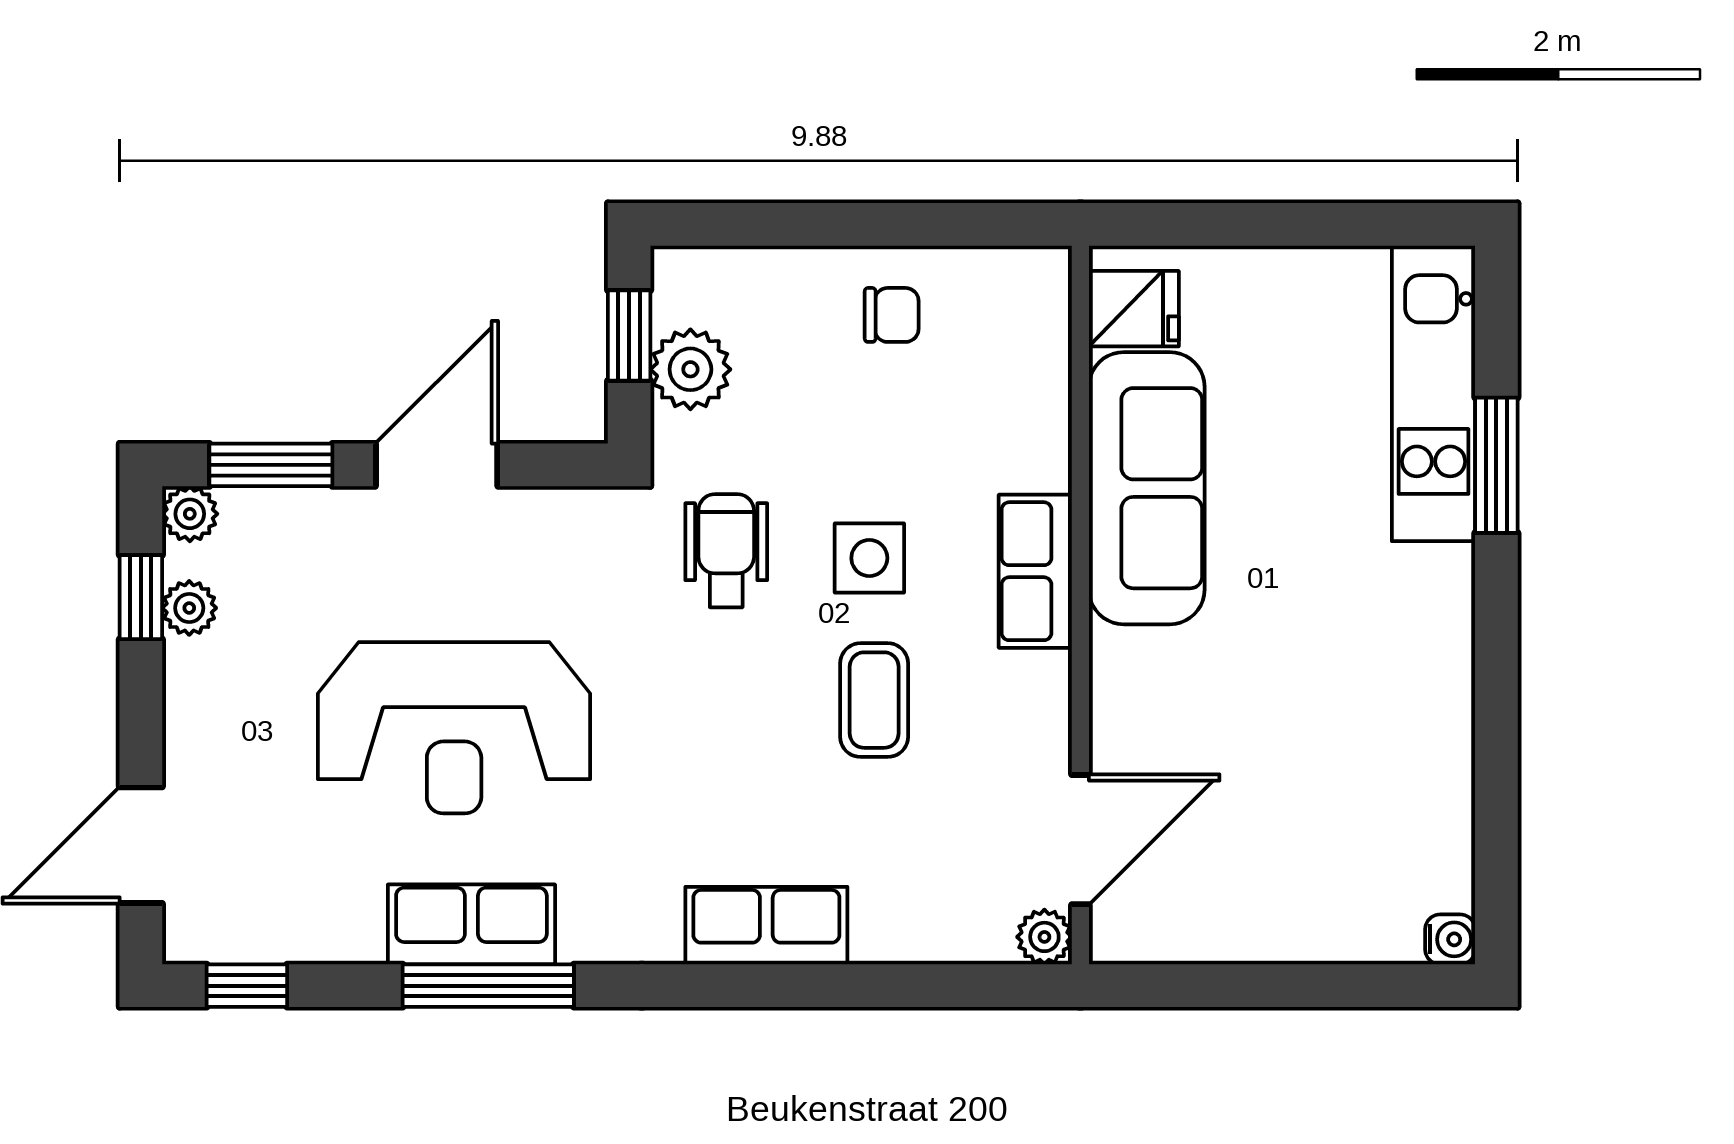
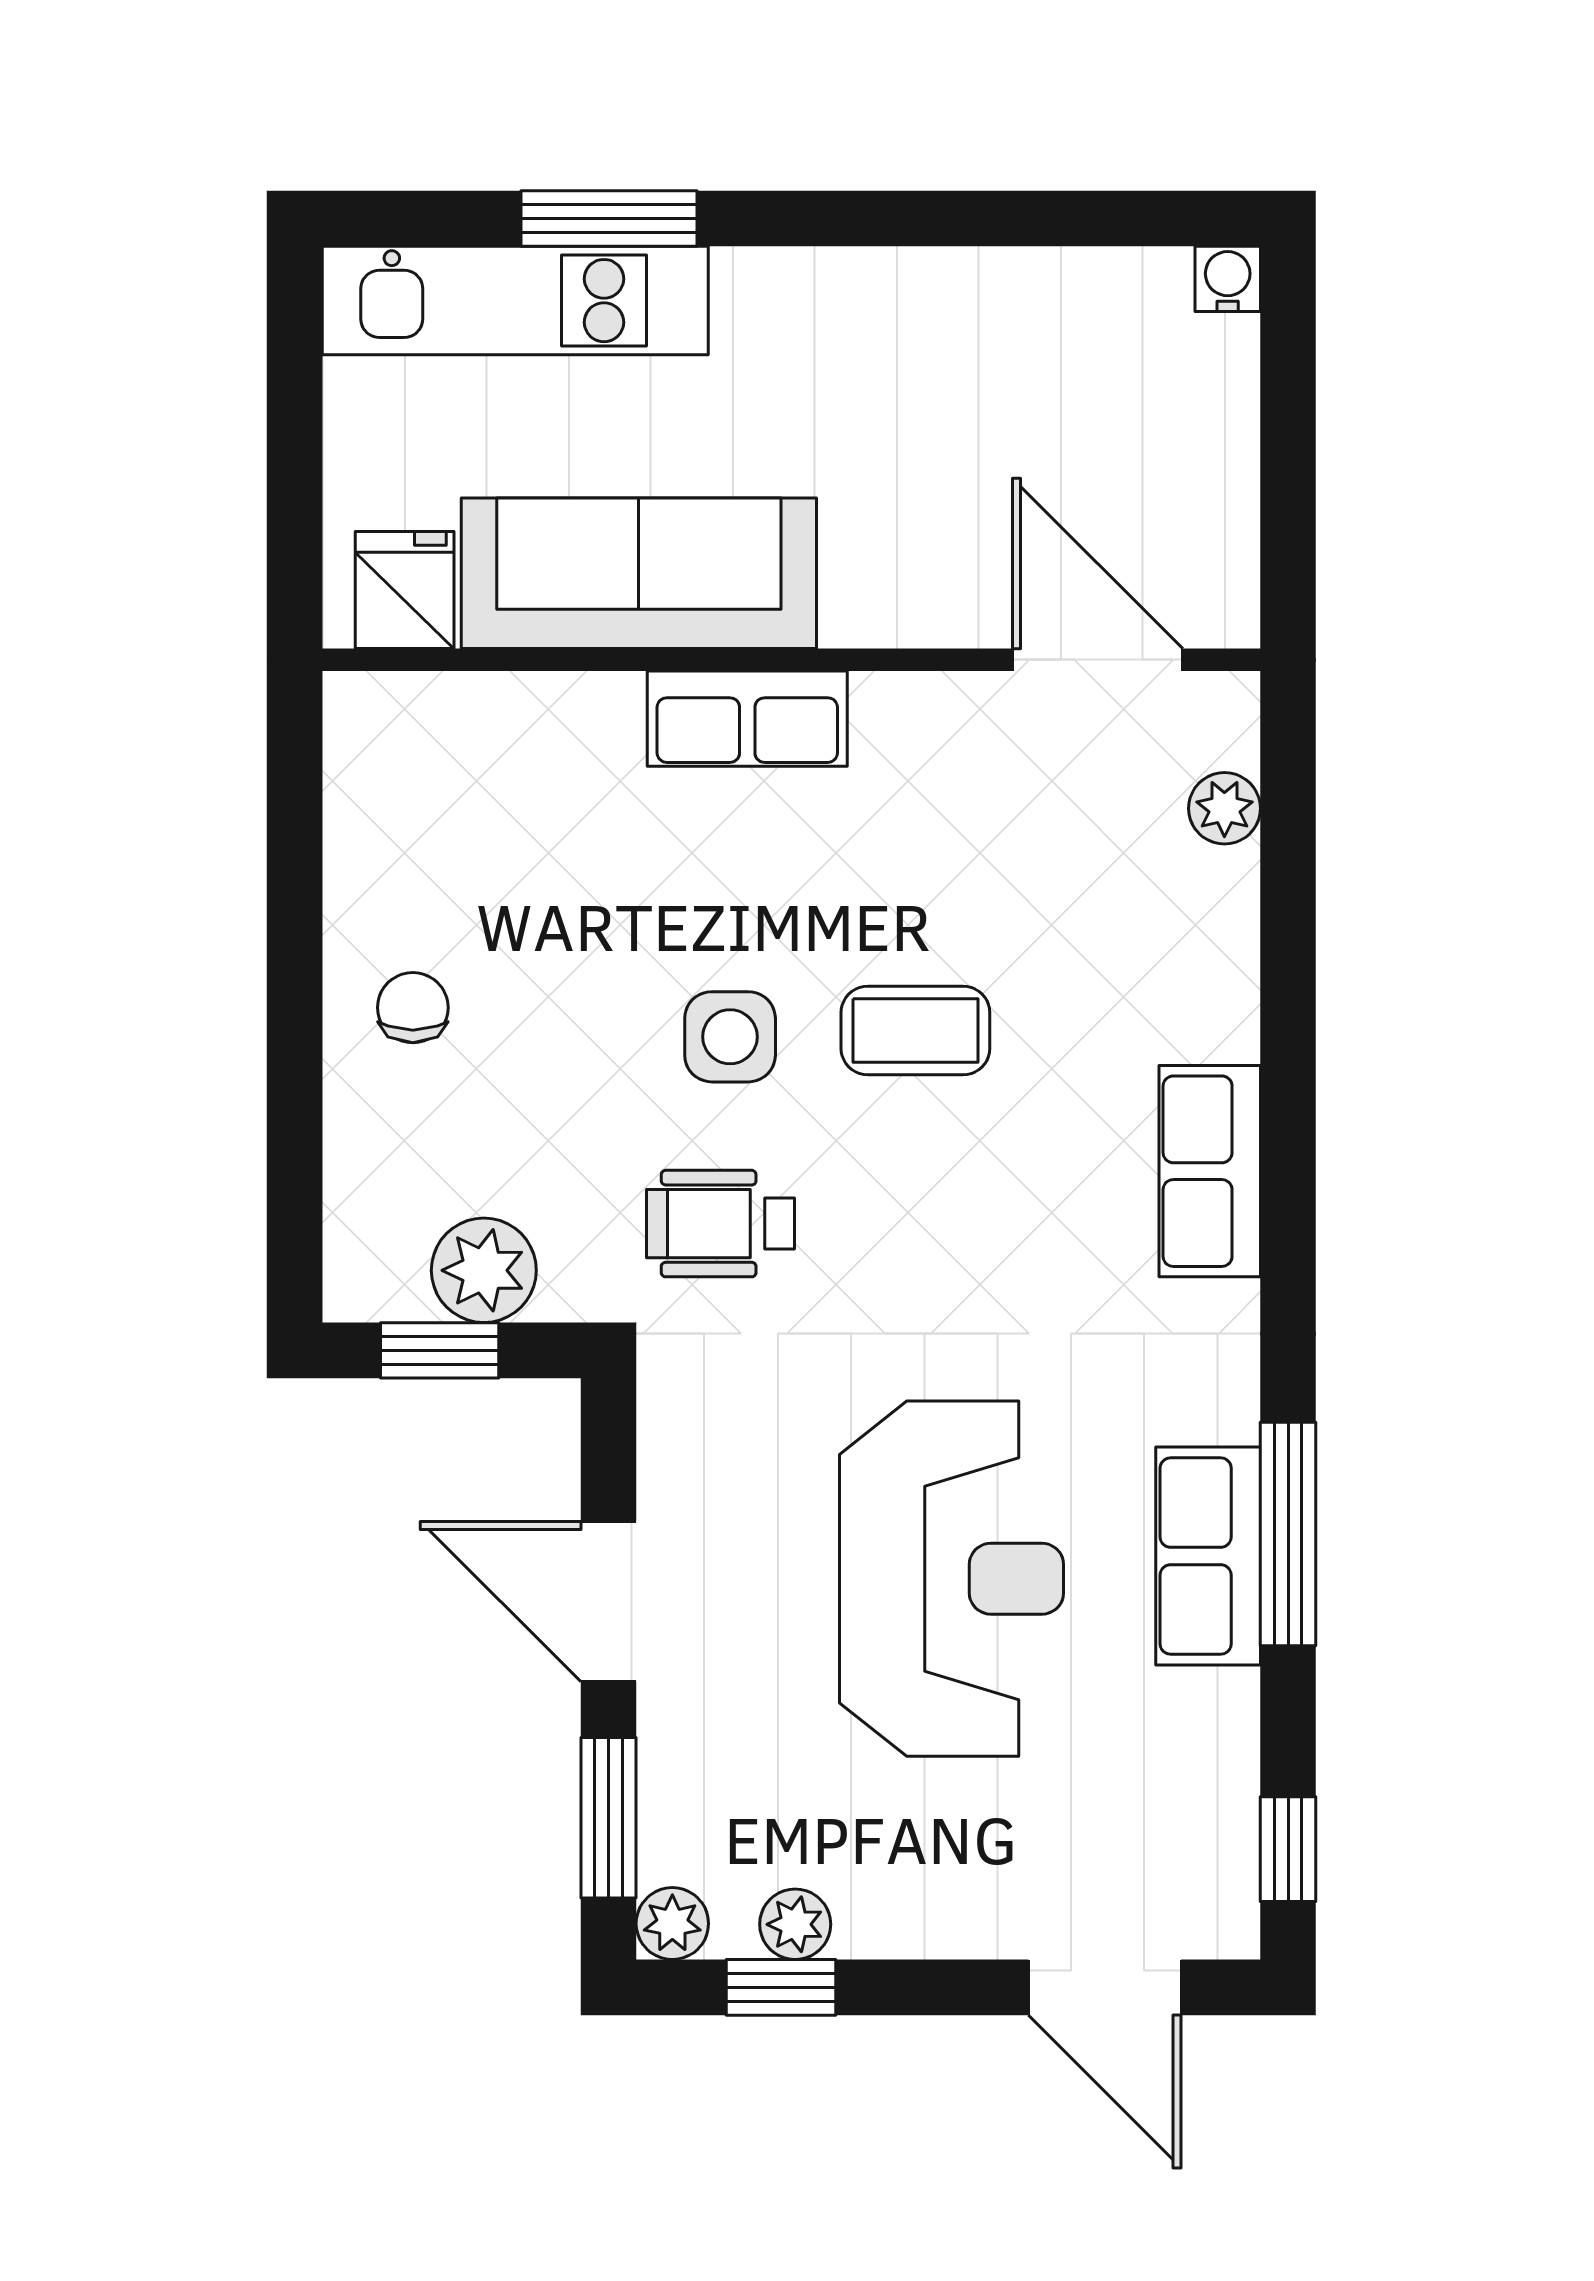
fridge: (1134, 309) -> (405, 590), moved
sofa: (1147, 488) -> (639, 573), moved
row of seats: (1035, 571) -> (747, 719), moved
wall: (1080, 605) -> (791, 660), moved
door: (1080, 840) -> (1098, 660), moved

